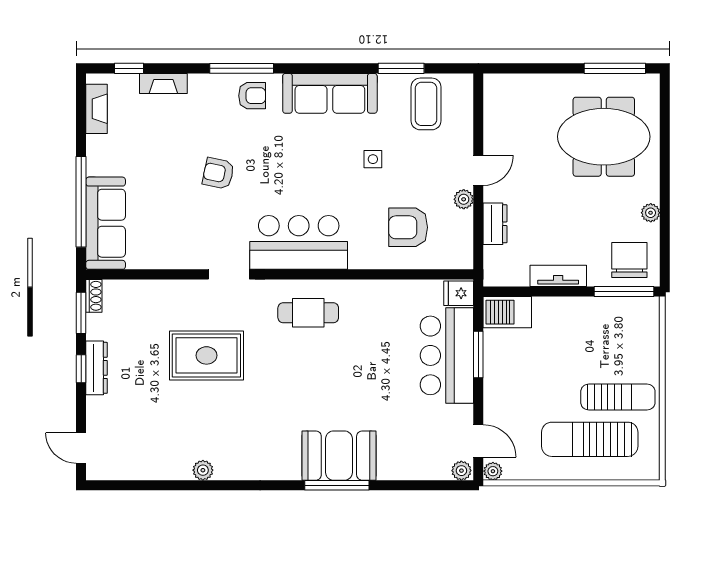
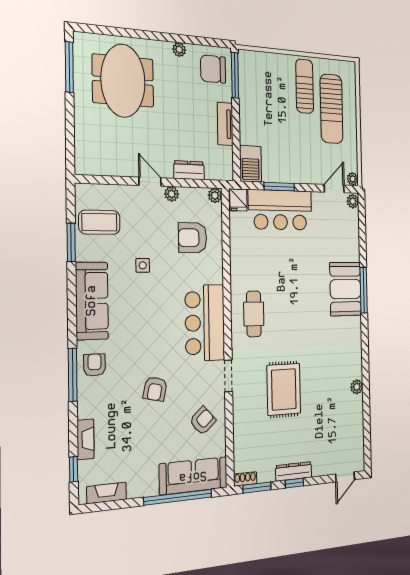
armchair: (408, 227) -> (193, 238), turned 90
armchair: (174, 237) -> (203, 421), added
plant: (464, 260) -> (215, 195), added

